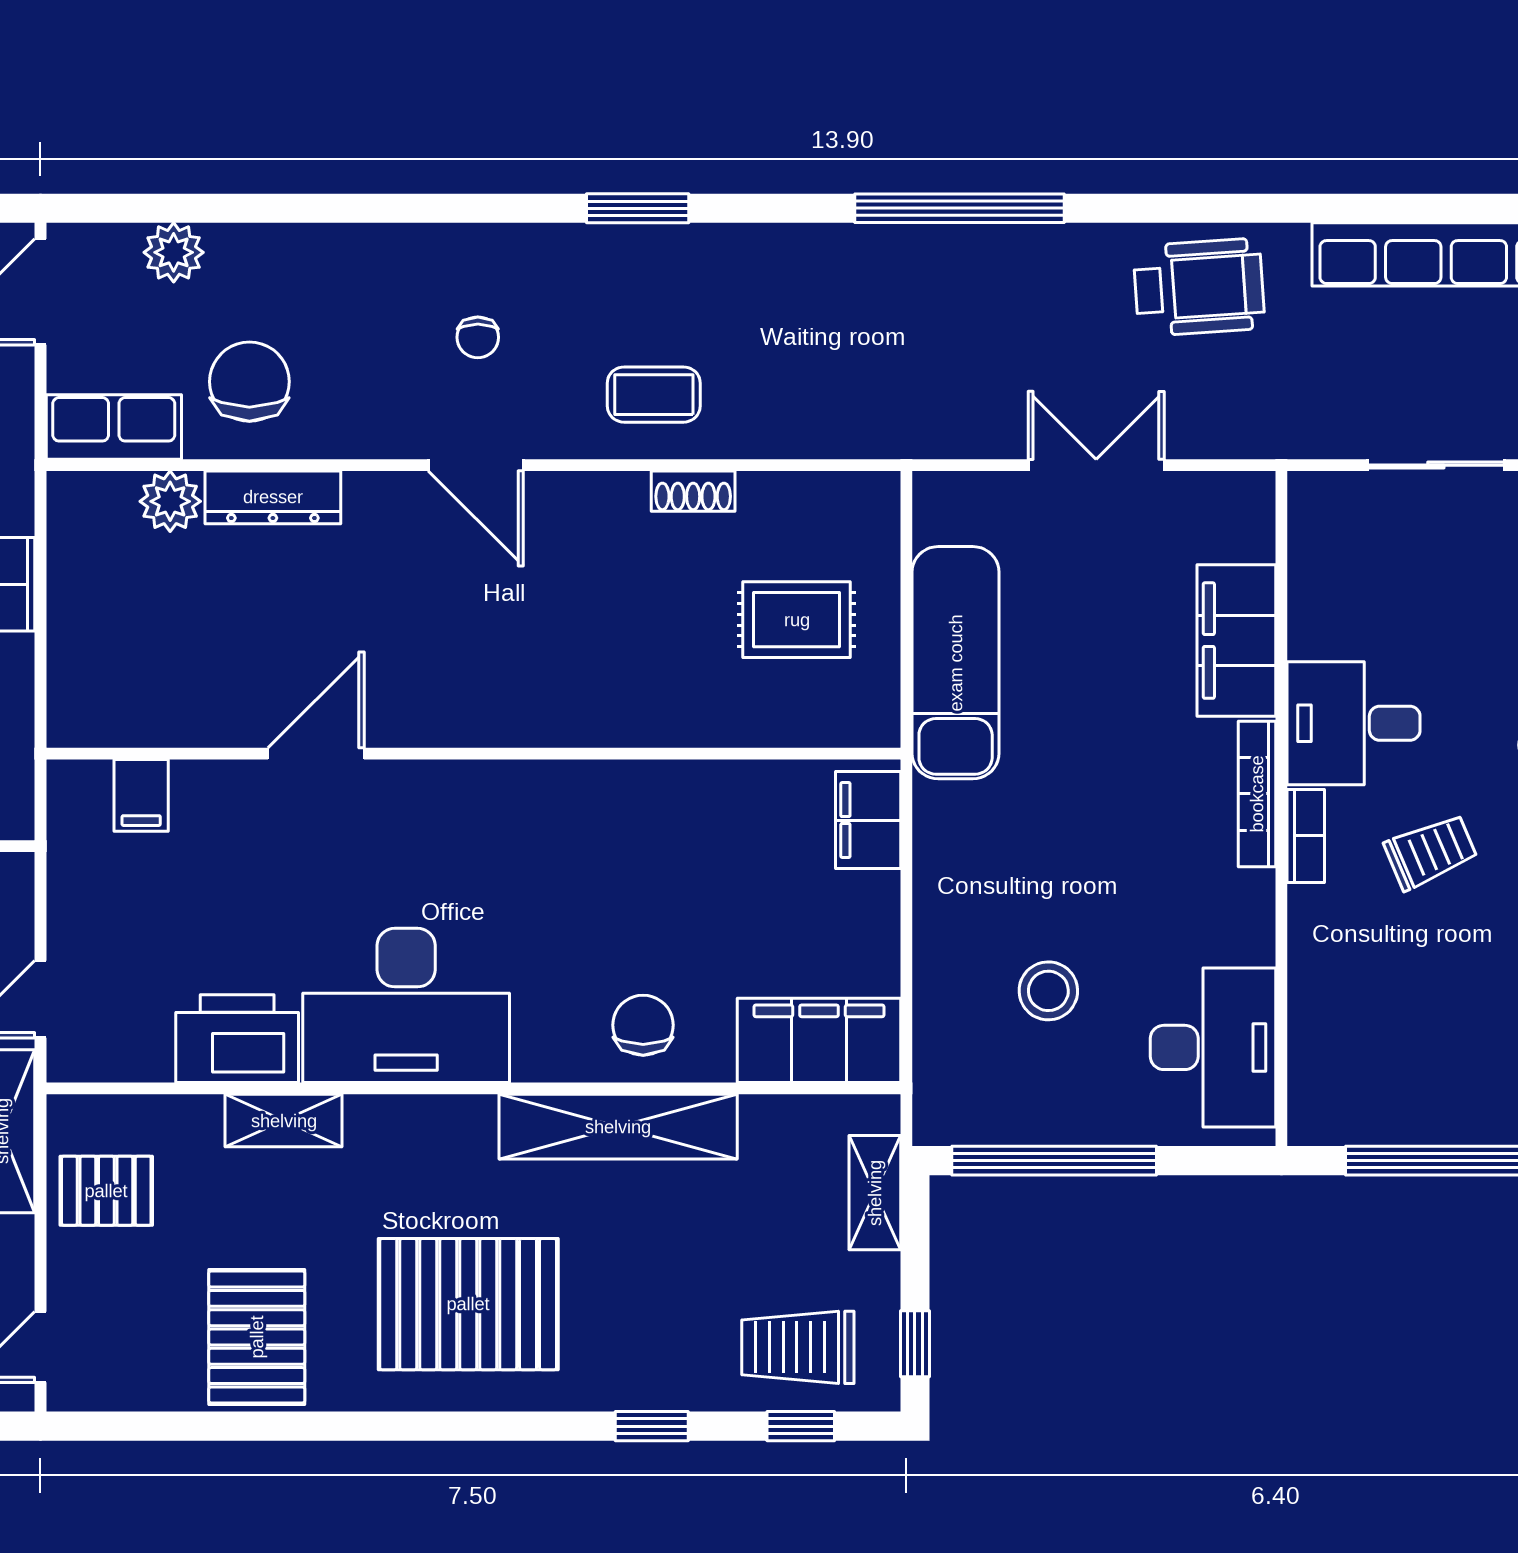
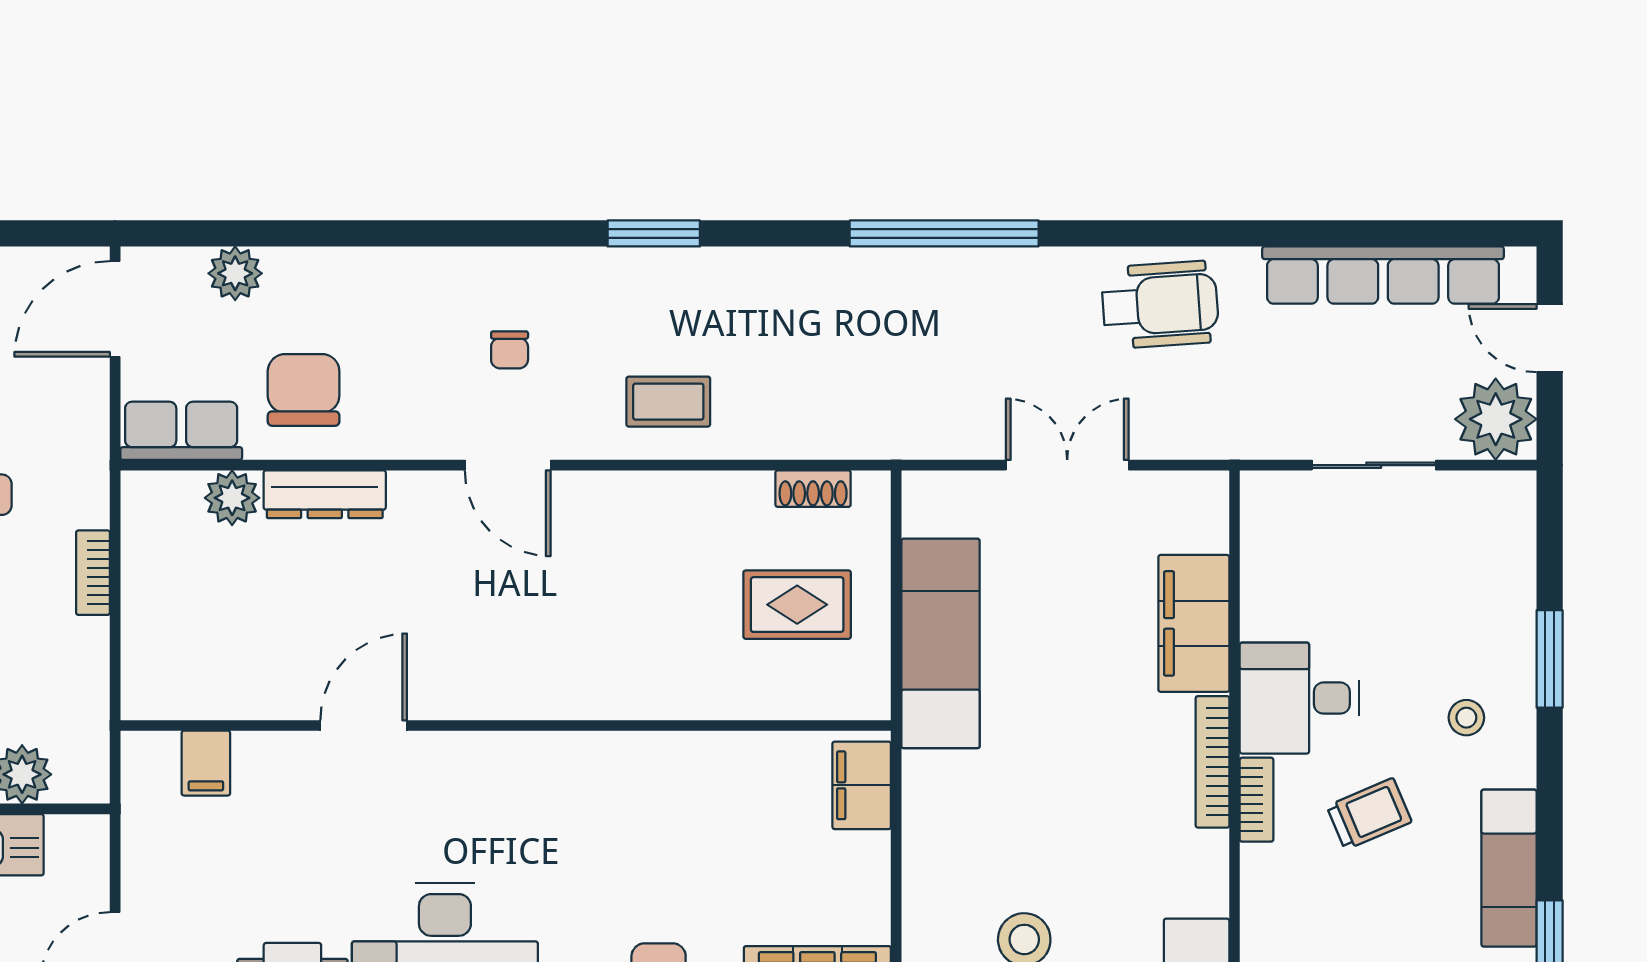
shoe rack: (693, 491) -> (813, 489), moved

